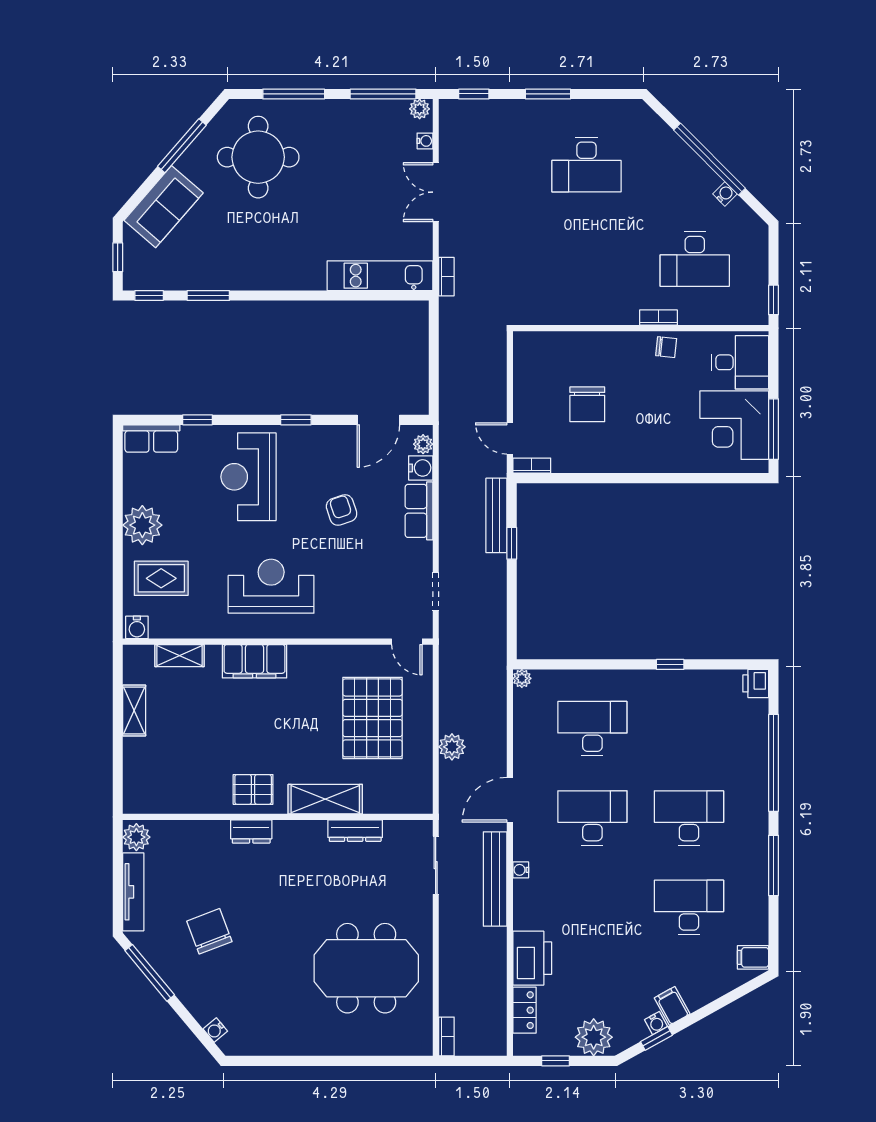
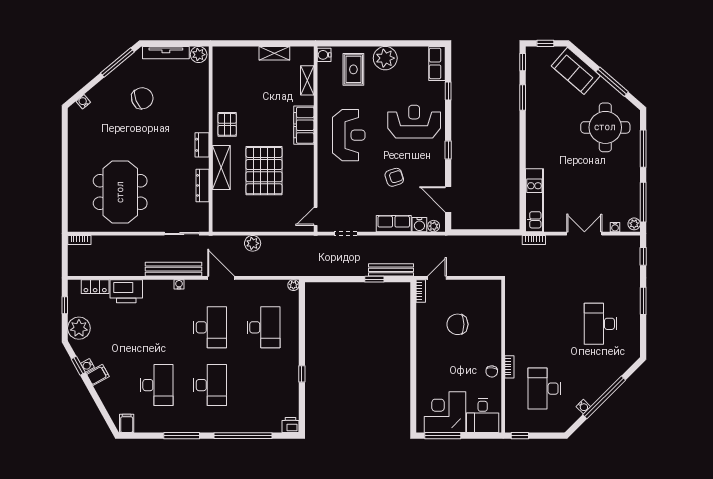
pallet: (372, 718) -> (264, 171), moved, turned 90
dresser: (251, 831) -> (202, 145), moved

